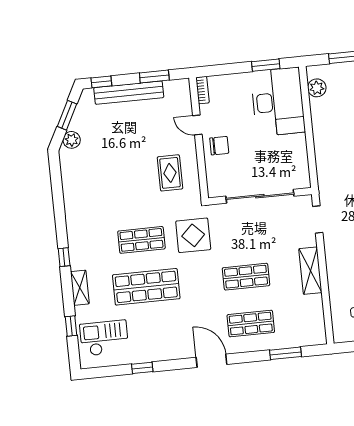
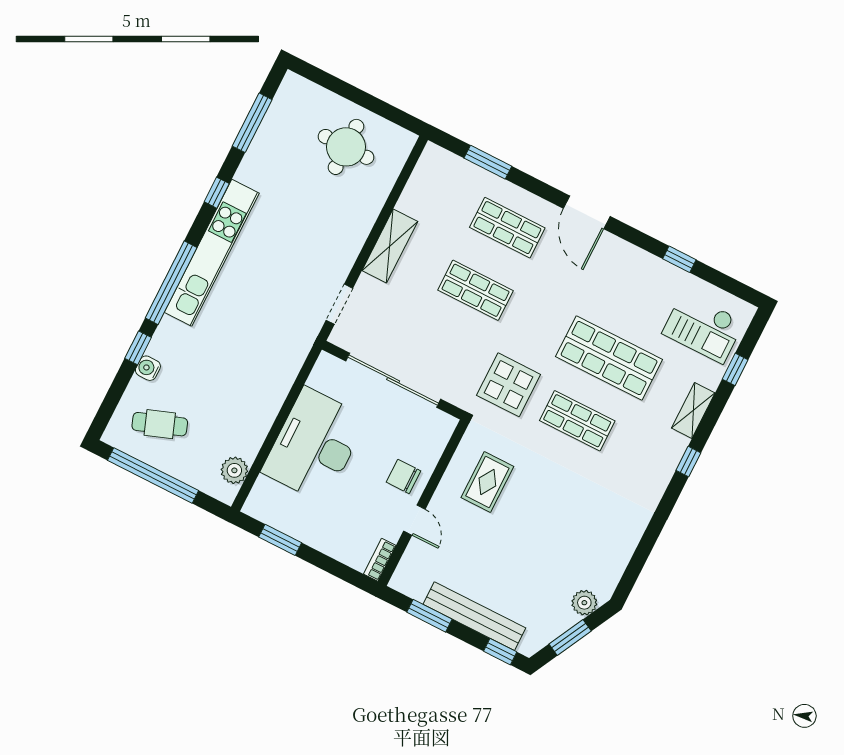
desk: (278, 102) -> (315, 445), moved

